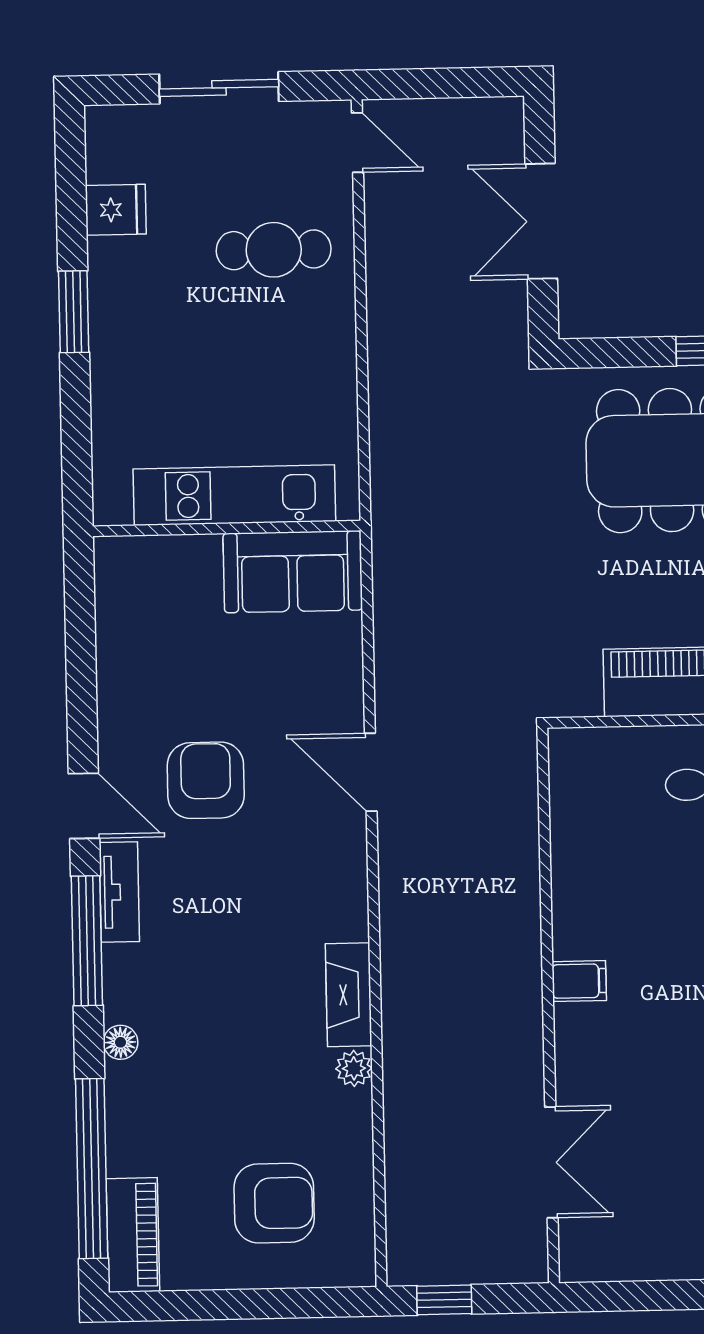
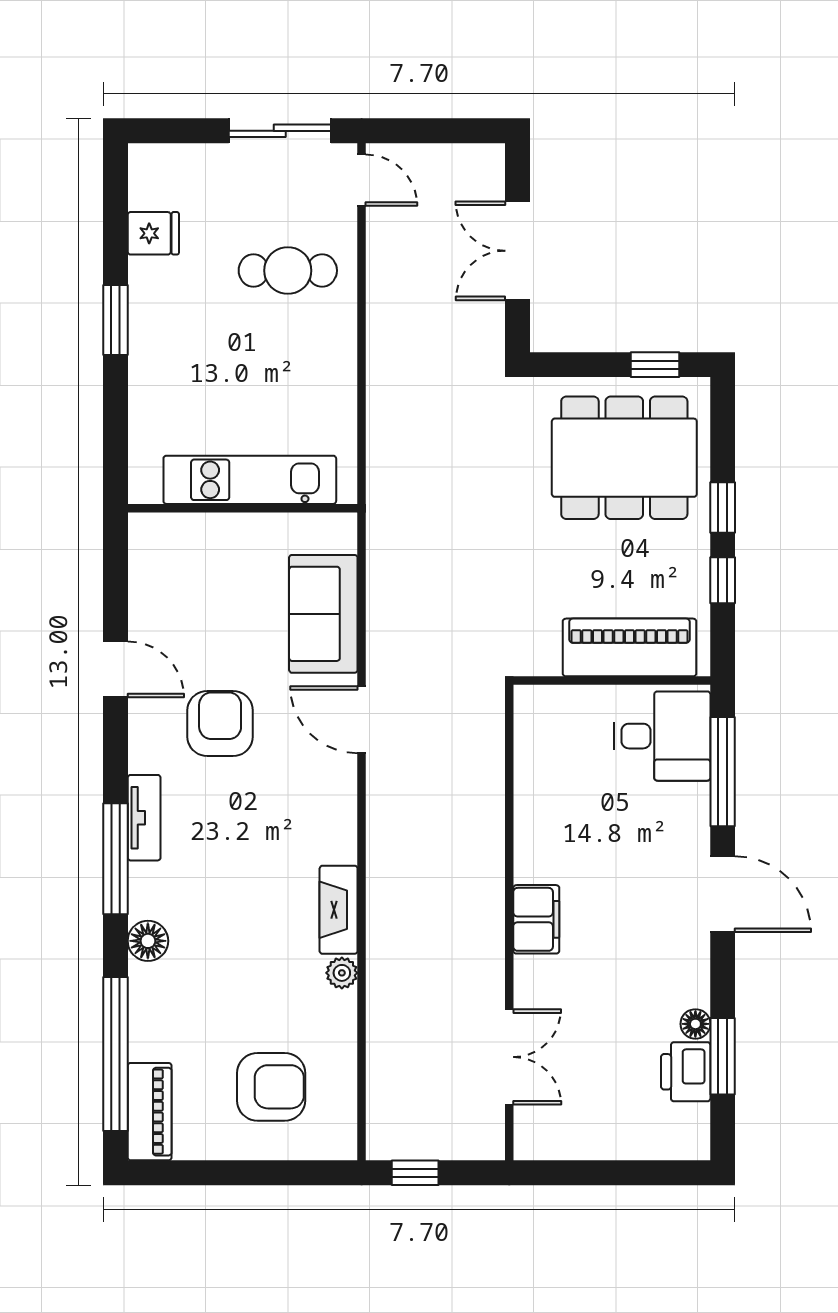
sliding door: (219, 88) -> (280, 131), moved
sofa: (293, 572) -> (323, 614), moved, turned 90
door: (84, 806) -> (115, 669), moved
filing cabinet: (579, 981) -> (536, 919), width x2.00
floor lamp: (121, 1042) -> (148, 941), width x1.37, depth x1.37

